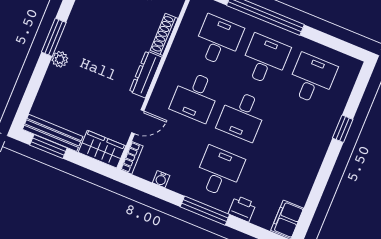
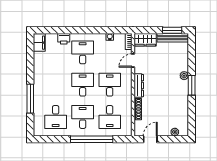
desk: (265, 60) -> (83, 117), turned 180
window: (343, 129) -> (30, 99), width x2.17
desk: (219, 172) -> (83, 52), turned 180
window: (205, 211) -> (82, 30), removed

